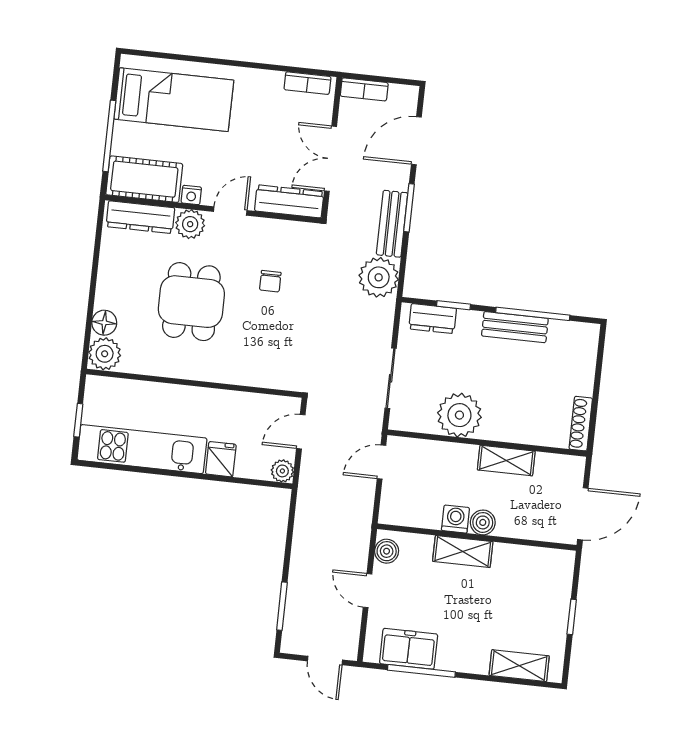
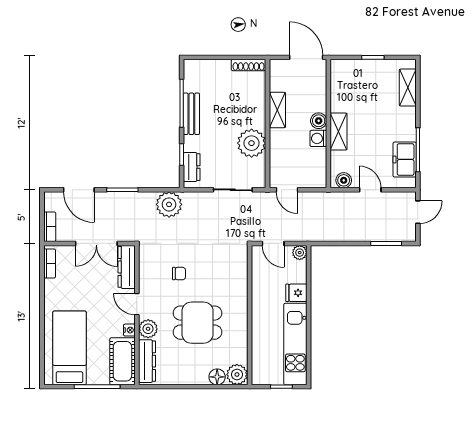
bench: (392, 224) -> (134, 200), removed
door: (368, 591) -> (370, 190), swing flipped

